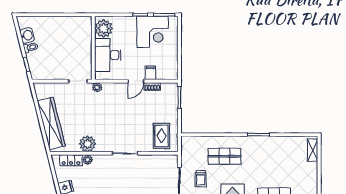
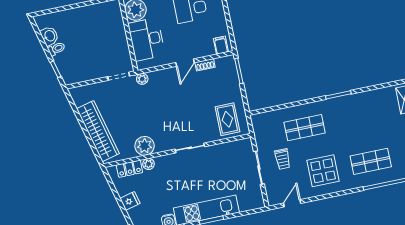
filing cabinet: (150, 73) -> (221, 45), moved

